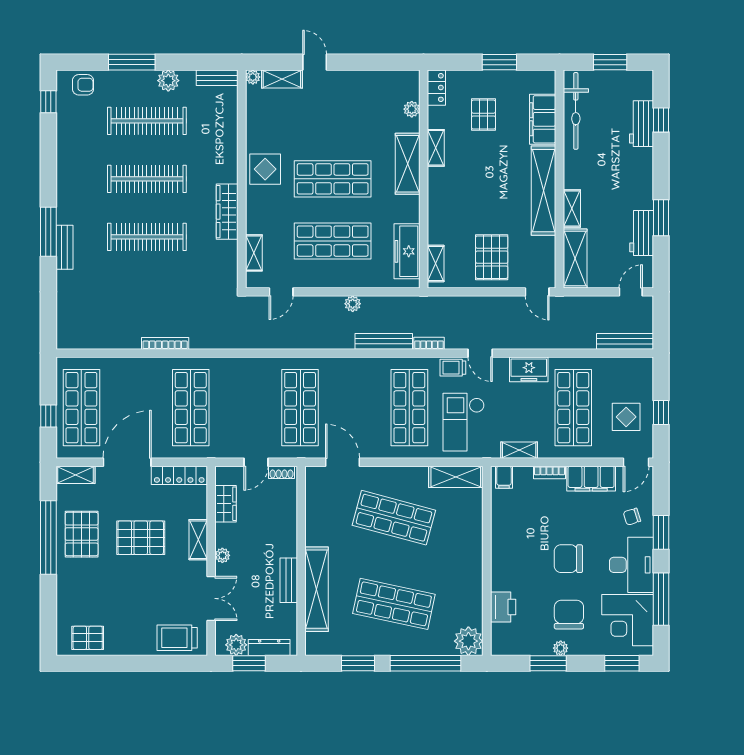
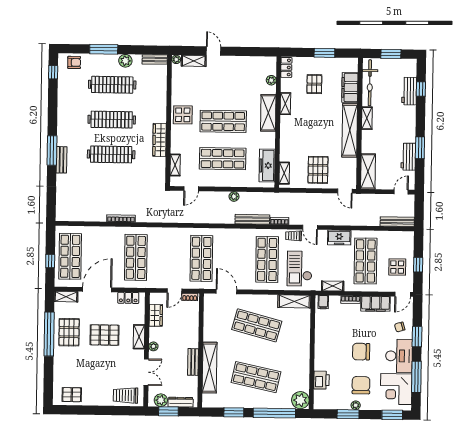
shelving: (572, 208) -> (367, 118), moved
locker: (179, 475) -> (128, 298), width x0.66

